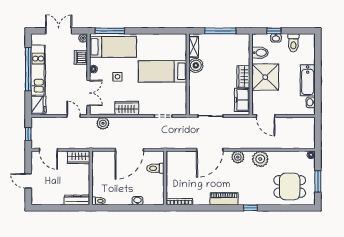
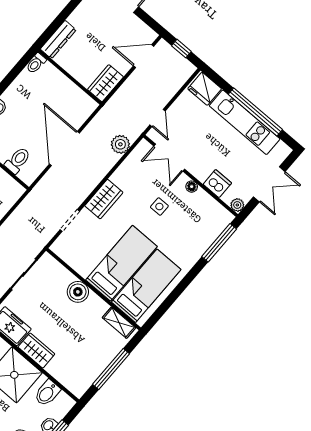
bed: (113, 47) -> (146, 286), moved, turned 180
boiler: (196, 65) -> (78, 292), moved
wardrobe: (127, 108) -> (104, 199), moved
door: (74, 116) -> (158, 118), hinge flipped

